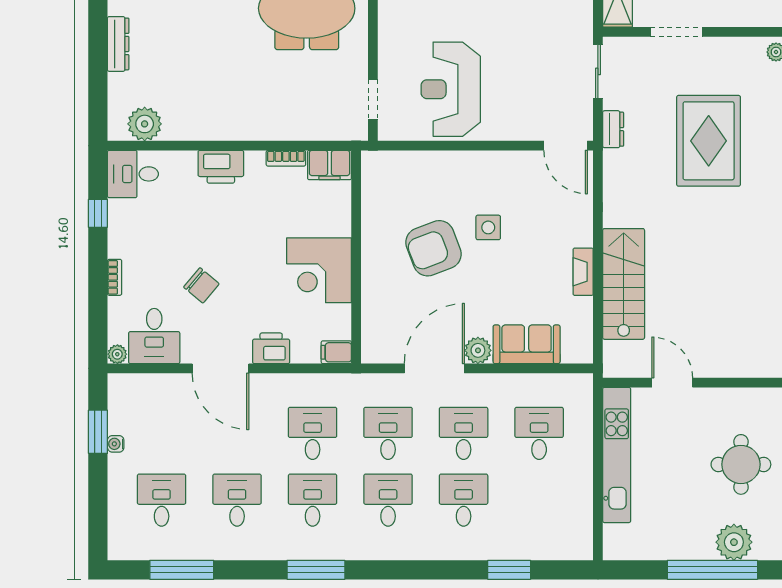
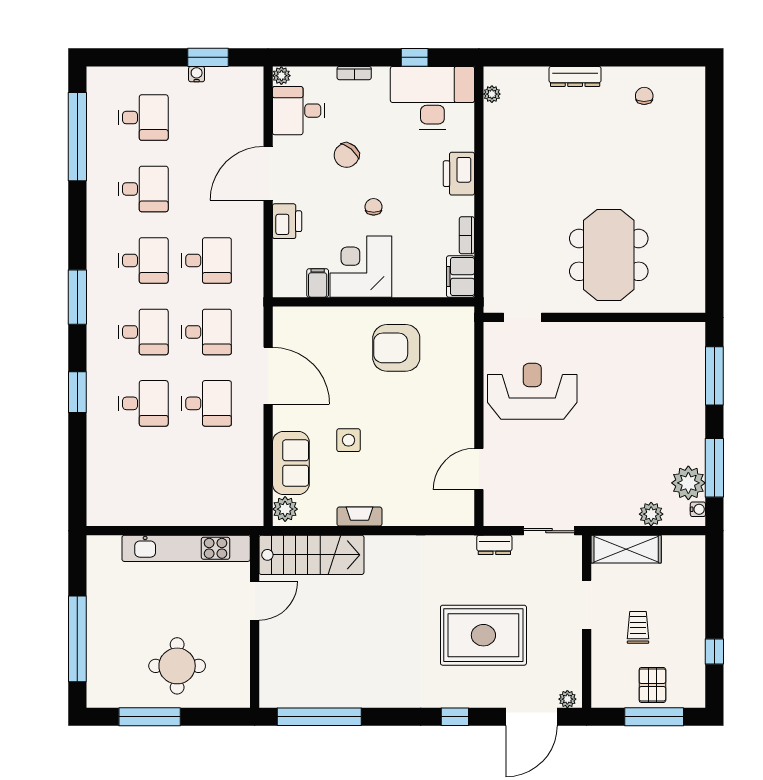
plant: (145, 124) -> (492, 94), width x0.53, depth x0.53
door: (566, 146) -> (479, 469), moved
desk: (133, 174) -> (432, 98), width x1.87, depth x1.30
side table: (488, 227) -> (349, 440), moved
armchair: (433, 248) -> (396, 348), moved, turned -69
chair: (256, 257) -> (374, 207), added
stairs: (624, 284) -> (311, 555), moved
plant: (478, 350) -> (285, 509), moved
filing cabinet: (336, 352) -> (318, 283), moved
desk: (539, 433) -> (207, 475), removed
plant: (734, 542) -> (103, 659), removed
window: (182, 570) -> (77, 137), width x1.46
window: (316, 570) -> (77, 297), moved
window: (509, 570) -> (77, 392), moved

